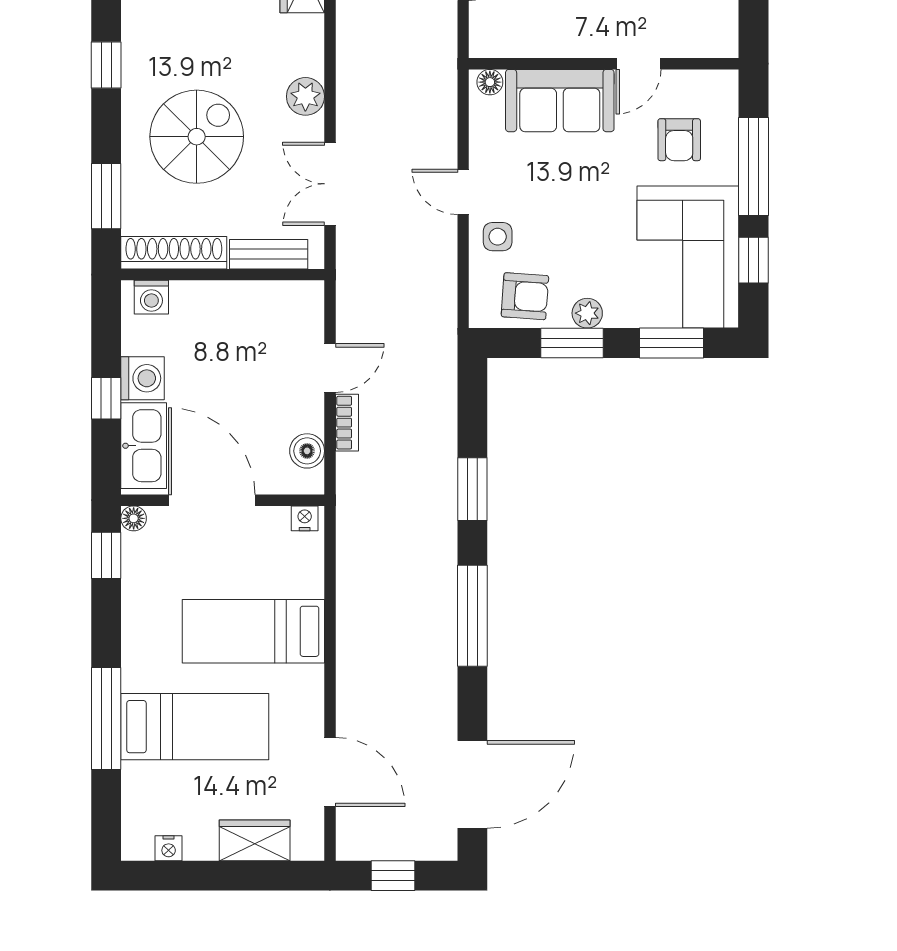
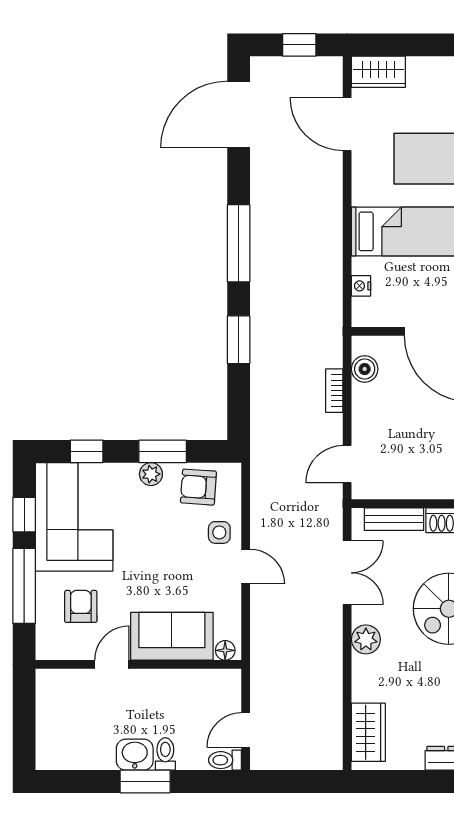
window: (672, 343) -> (87, 451), width x0.67
door: (330, 368) -> (347, 464), moved
nightstand: (305, 518) -> (361, 286), moved, turned 90
wardrobe: (255, 840) -> (378, 72), moved

